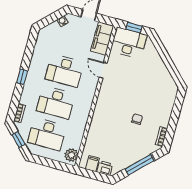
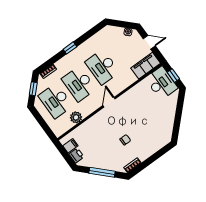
door: (103, 70) -> (109, 102), moved
plant: (71, 155) -> (76, 117), moved

